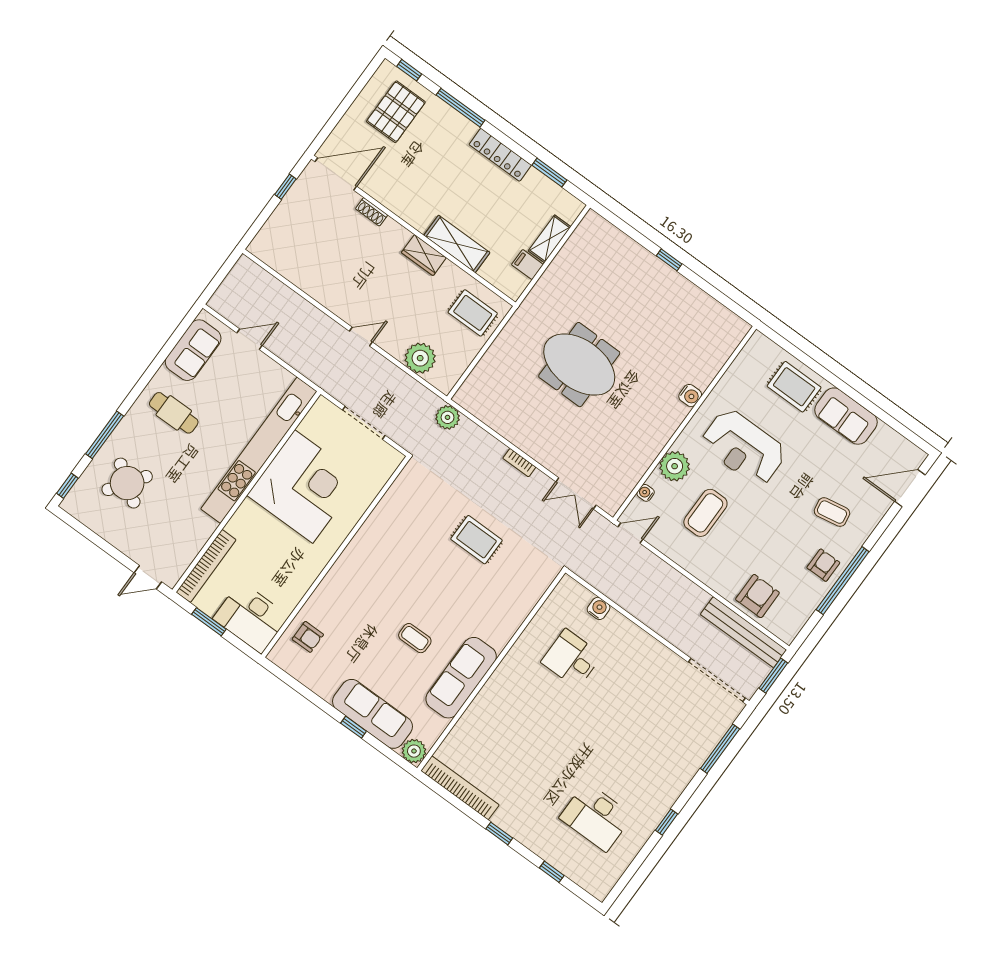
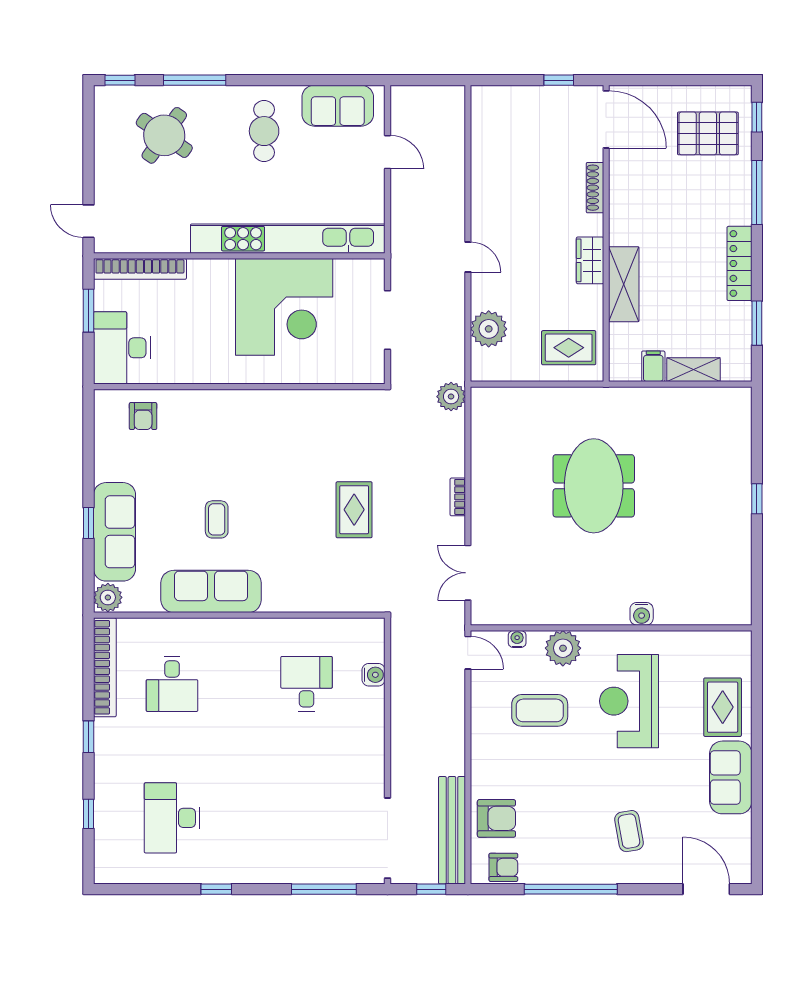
shoe rack: (372, 212) -> (595, 188), width x1.43
rug: (473, 313) -> (569, 348), turned 90
armchair: (823, 565) -> (503, 867), moved
window: (773, 676) -> (431, 889), width x0.67
desk: (505, 750) -> (172, 684), added

